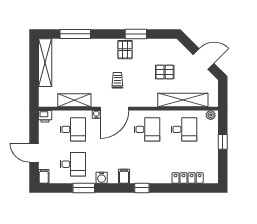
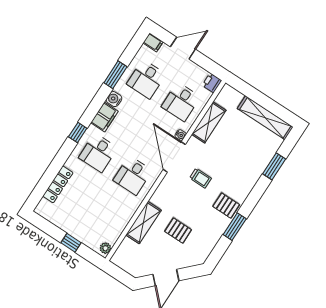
window: (75, 34) -> (274, 166), width x0.69
pallet: (165, 72) -> (178, 231), turned 90
shelving: (183, 100) -> (143, 223), width x0.68
desk: (184, 129) -> (98, 153), moved
filing cabinet: (124, 176) -> (104, 117), width x2.00

